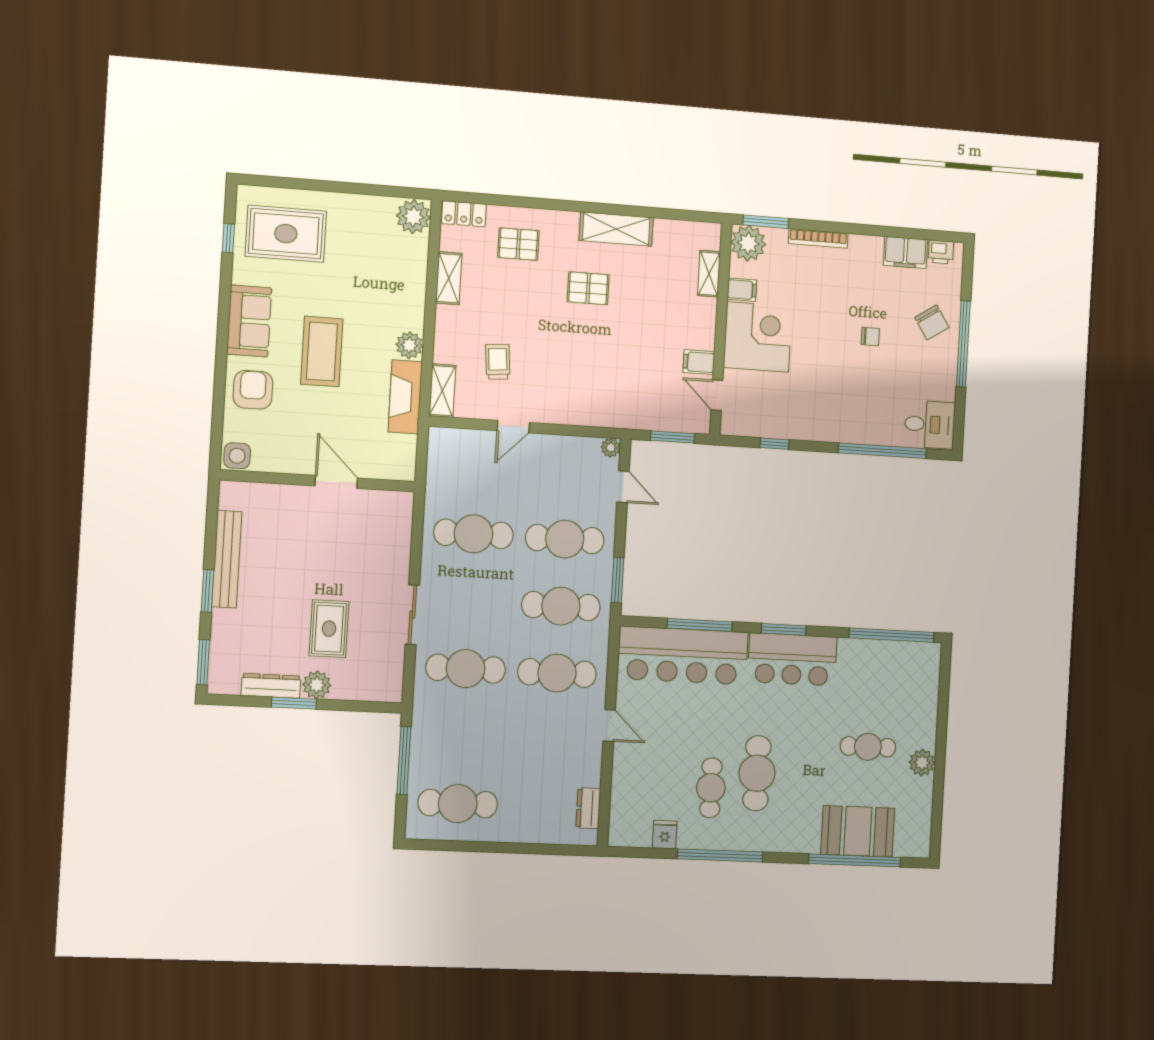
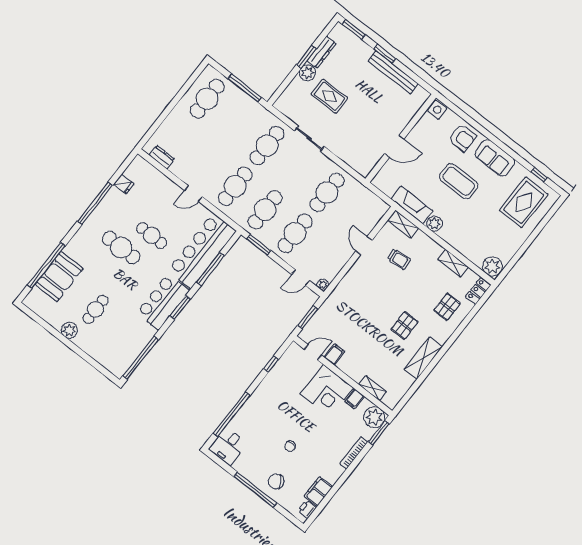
cafe table: (711, 788) -> (152, 235), moved

